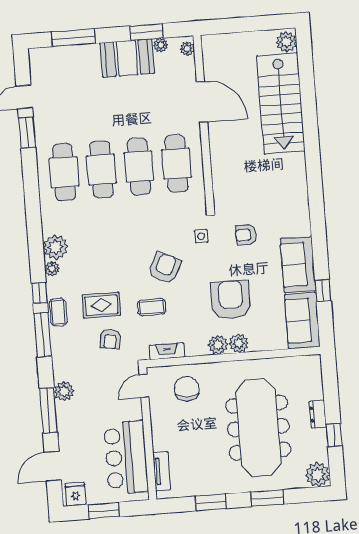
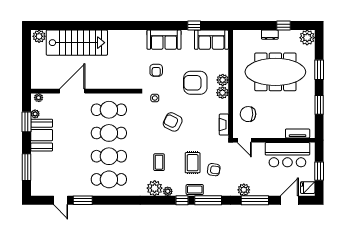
sofa: (298, 265) -> (164, 40), moved
coffee table: (152, 307) -> (159, 162), moved
armchair: (110, 339) -> (214, 170), moved
door: (53, 466) -> (289, 200), swing flipped

